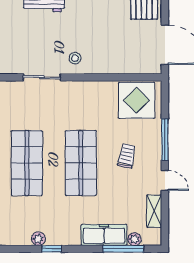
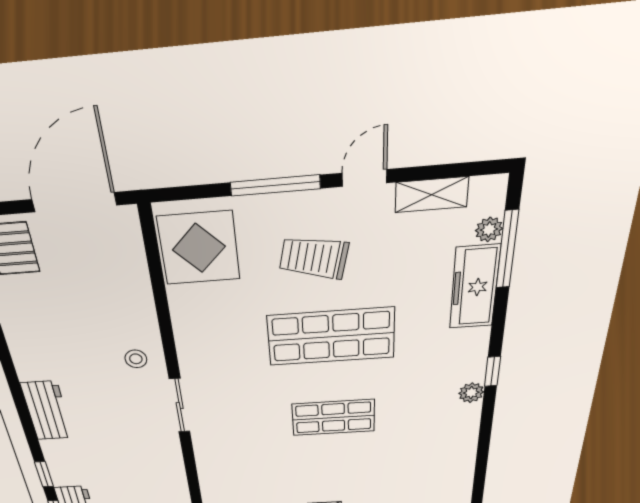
trolley: (127, 156) -> (314, 258), width x1.36, depth x1.39
shop shelf: (27, 163) -> (333, 417), width x0.70, depth x0.74

